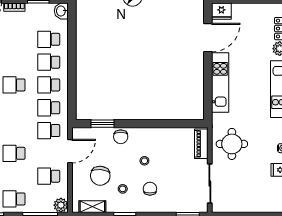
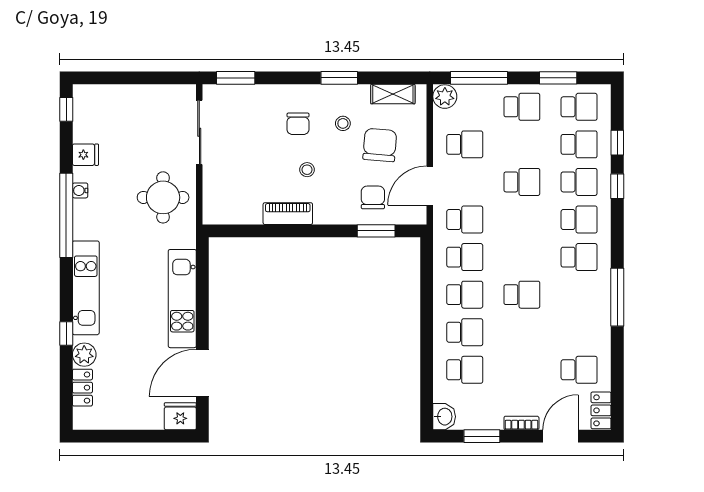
chair: (121, 137) -> (373, 197), moved
piano: (201, 144) -> (288, 214), moved, turned -90

